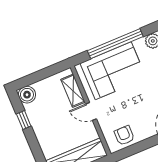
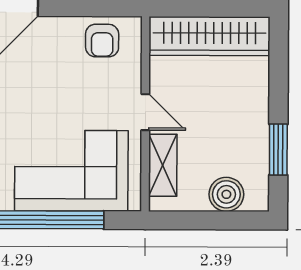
boiler: (27, 95) -> (226, 194), moved
window: (24, 120) -> (278, 150), width x1.50

